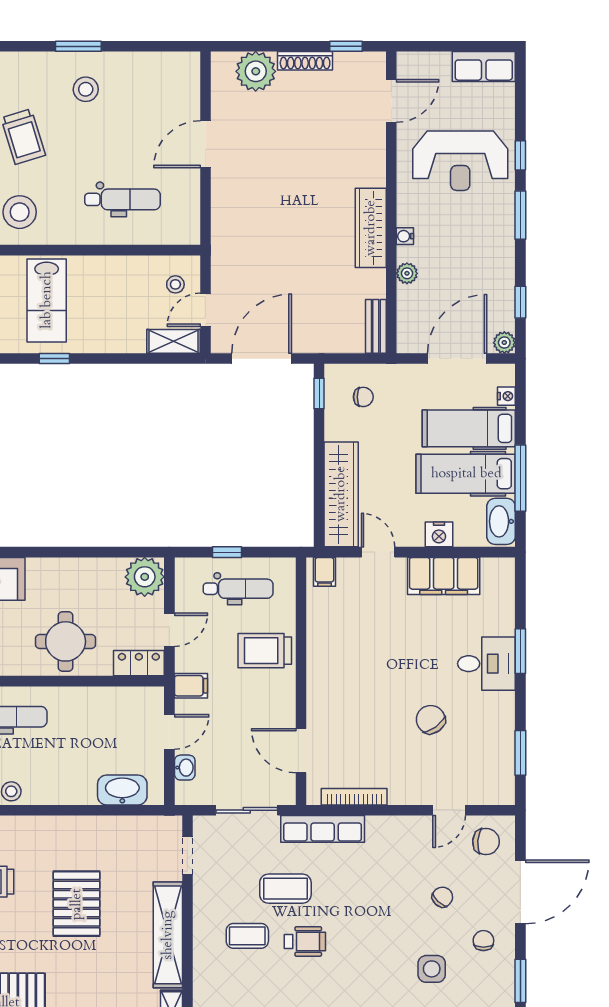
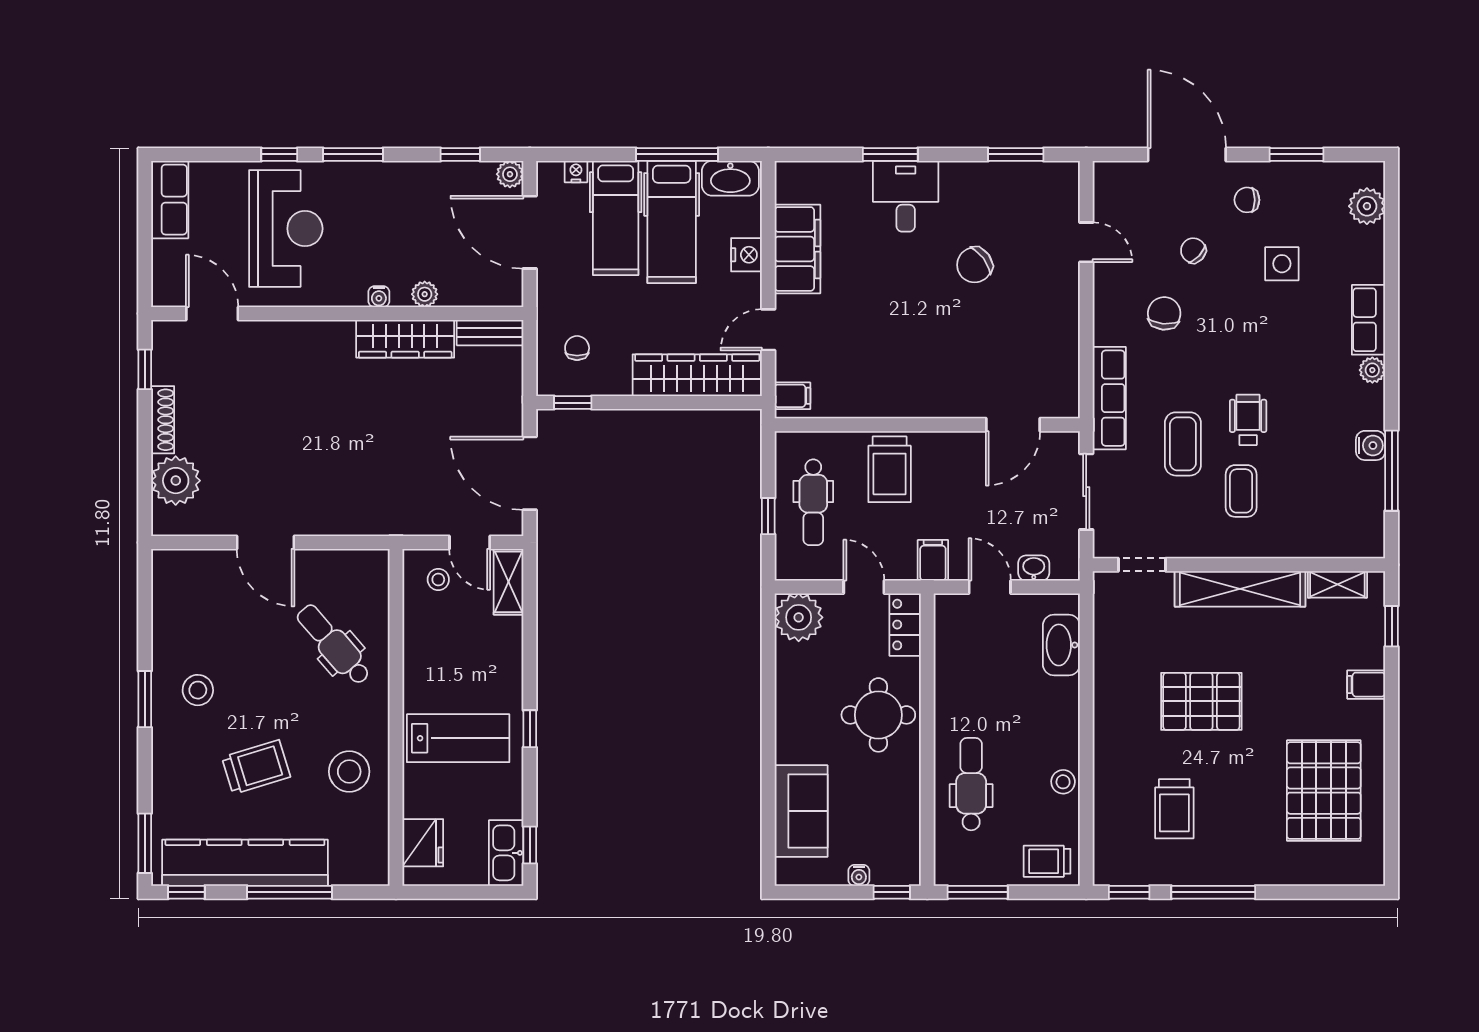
dental chair: (123, 199) -> (334, 645), turned -41
wardrobe: (371, 228) -> (405, 339), moved
dental chair: (238, 589) -> (813, 502), turned 180
bookcase: (354, 797) -> (1070, 359), removed
chair: (486, 842) -> (1164, 313), moved

